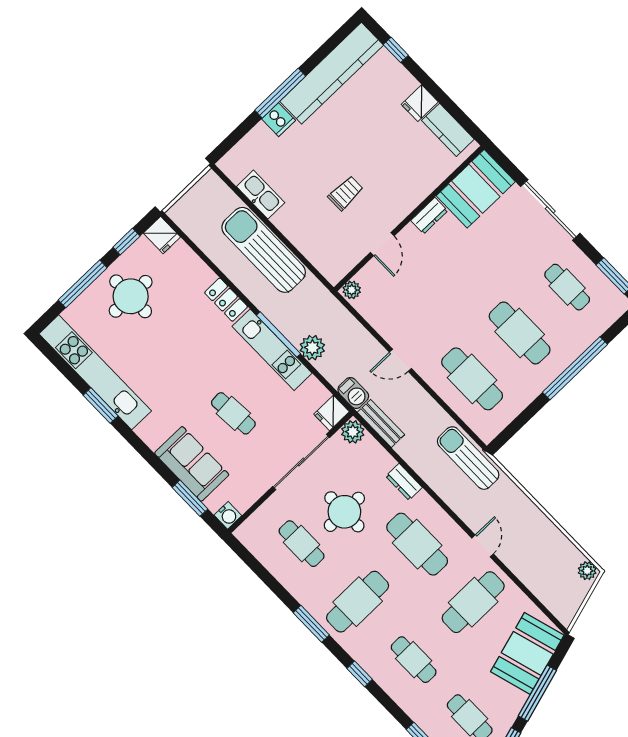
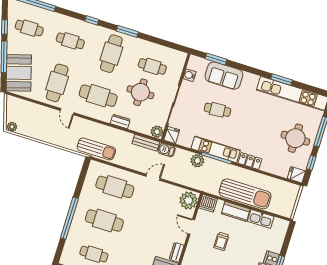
kitchen counter: (295, 230) -> (236, 211), added
dishwasher: (333, 268) -> (208, 203), added
plant: (352, 290) -> (188, 200), width x1.87, depth x1.87
water cooler: (228, 515) -> (189, 75), moved

